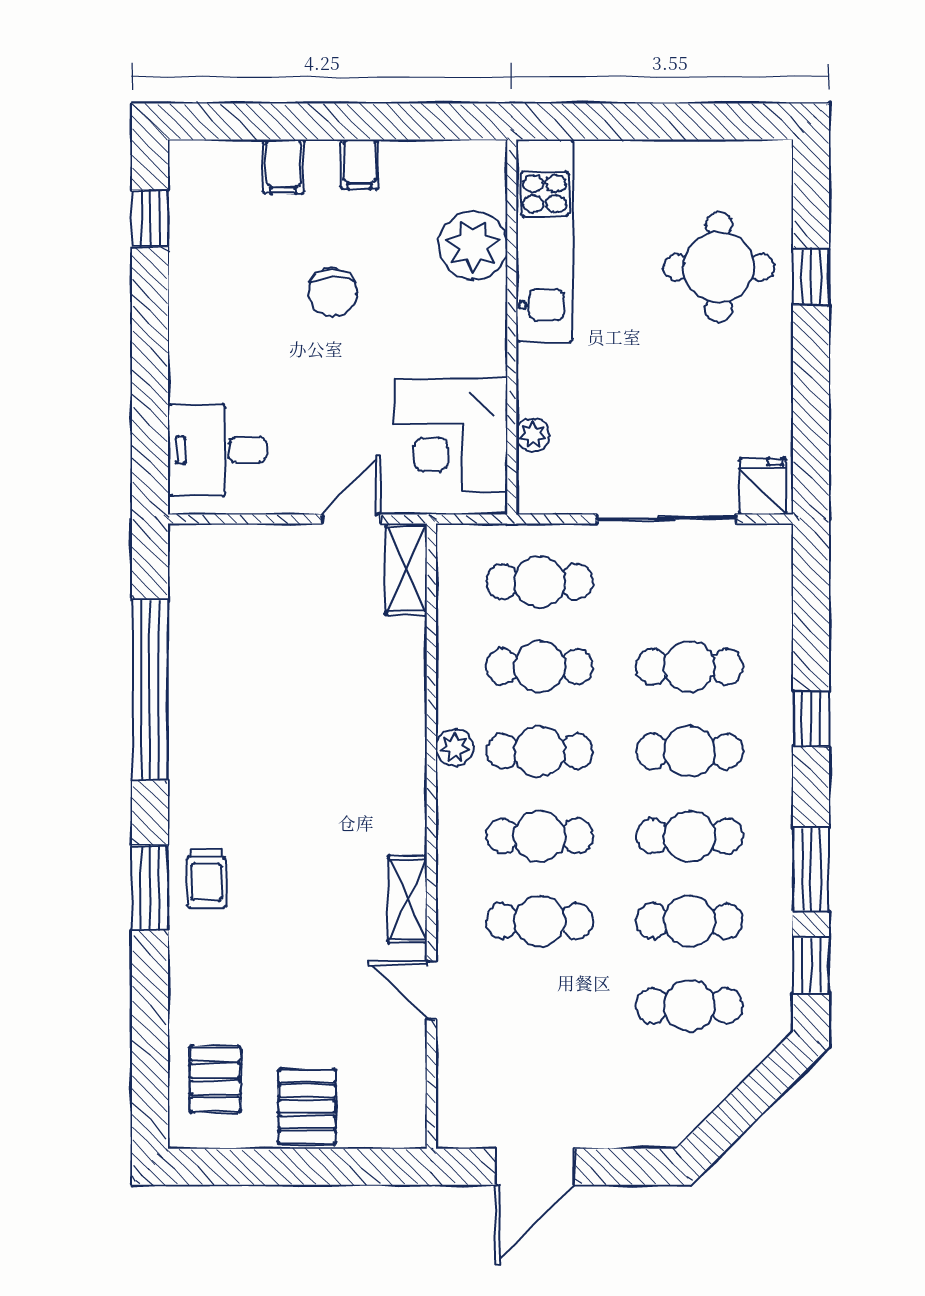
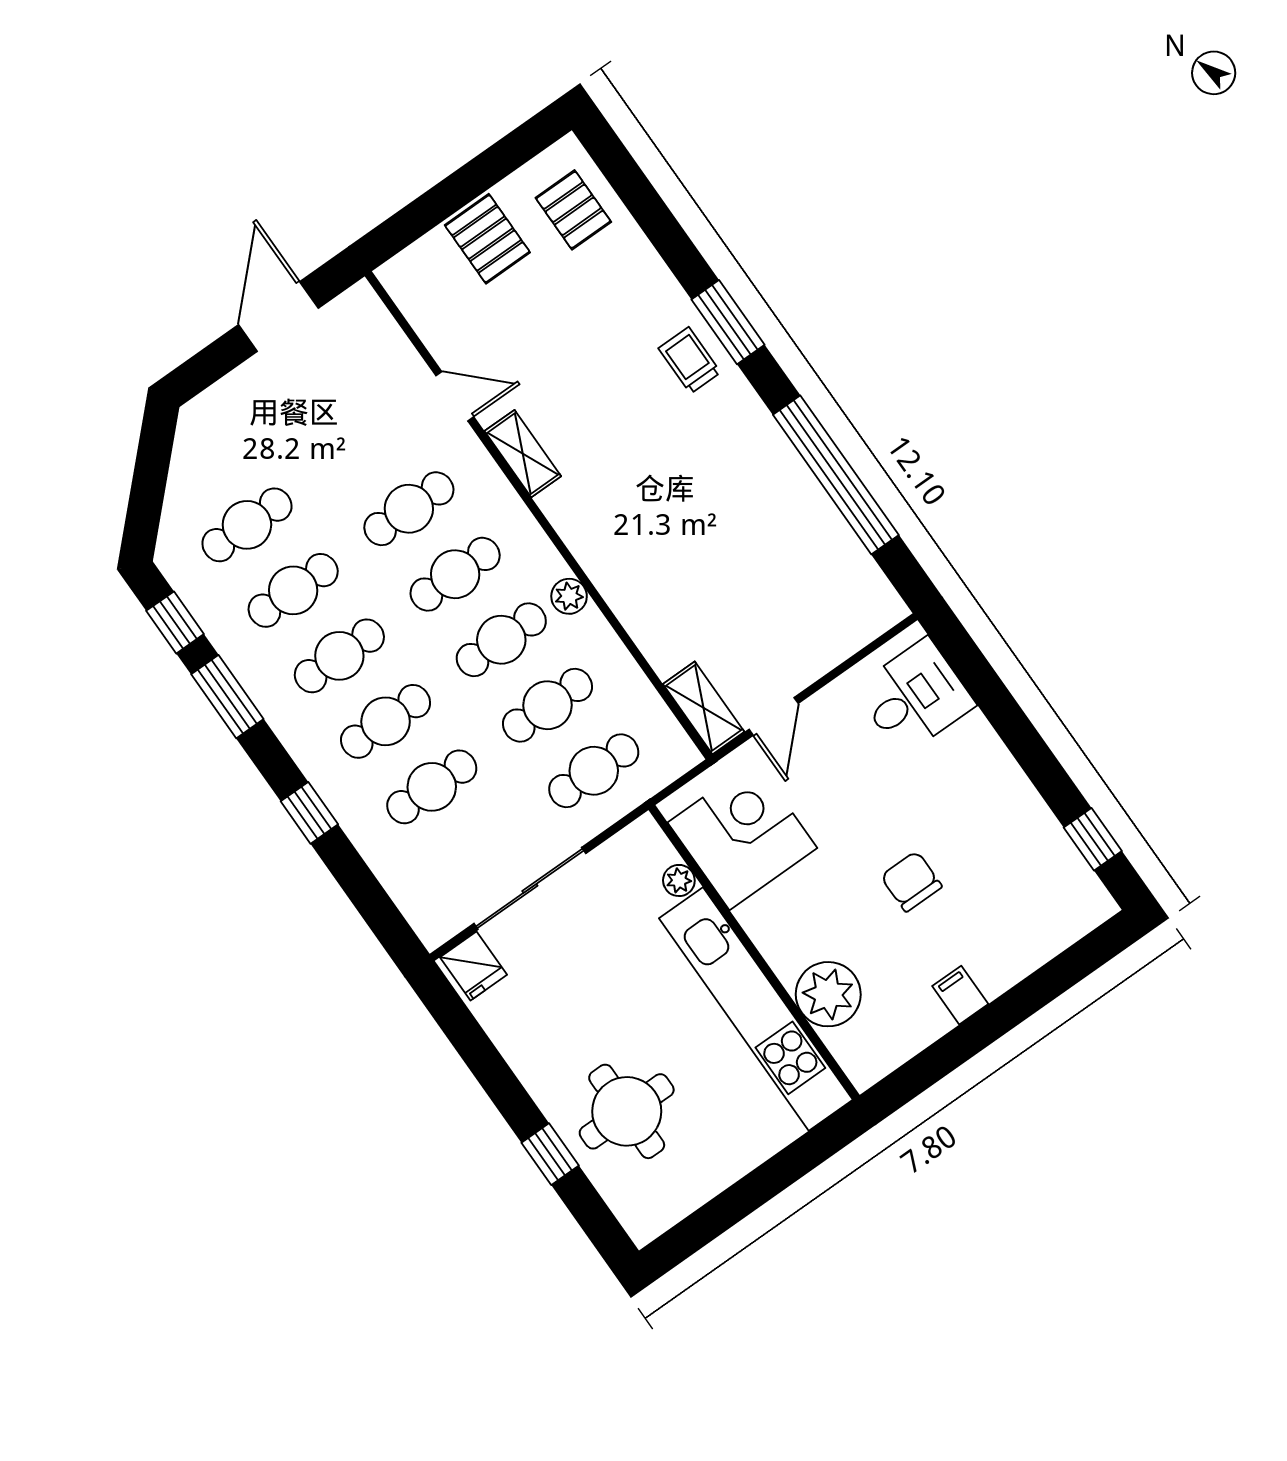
filing cabinet: (283, 167) -> (1018, 952), removed
kitchen unit: (545, 240) -> (756, 1009), width x1.36

